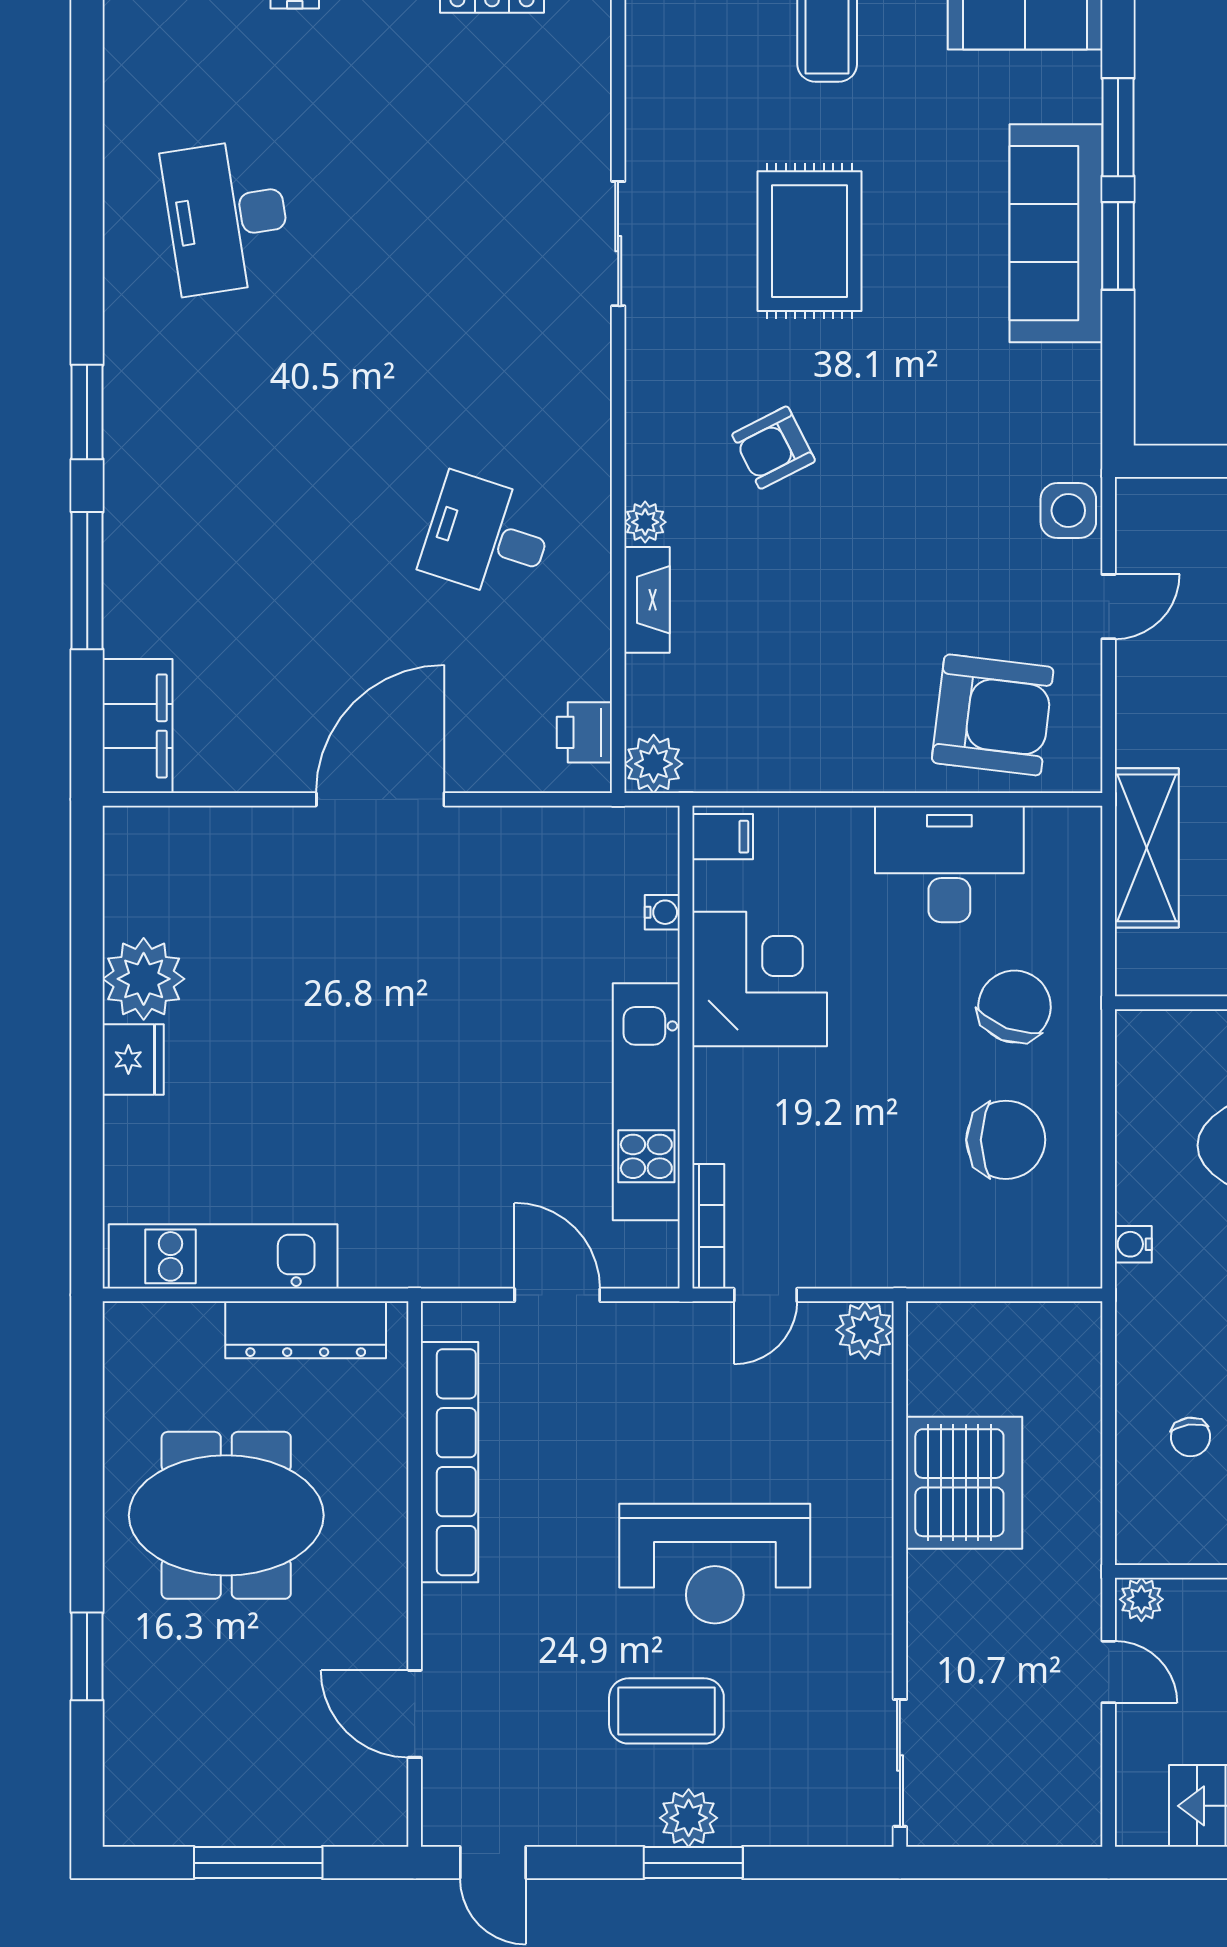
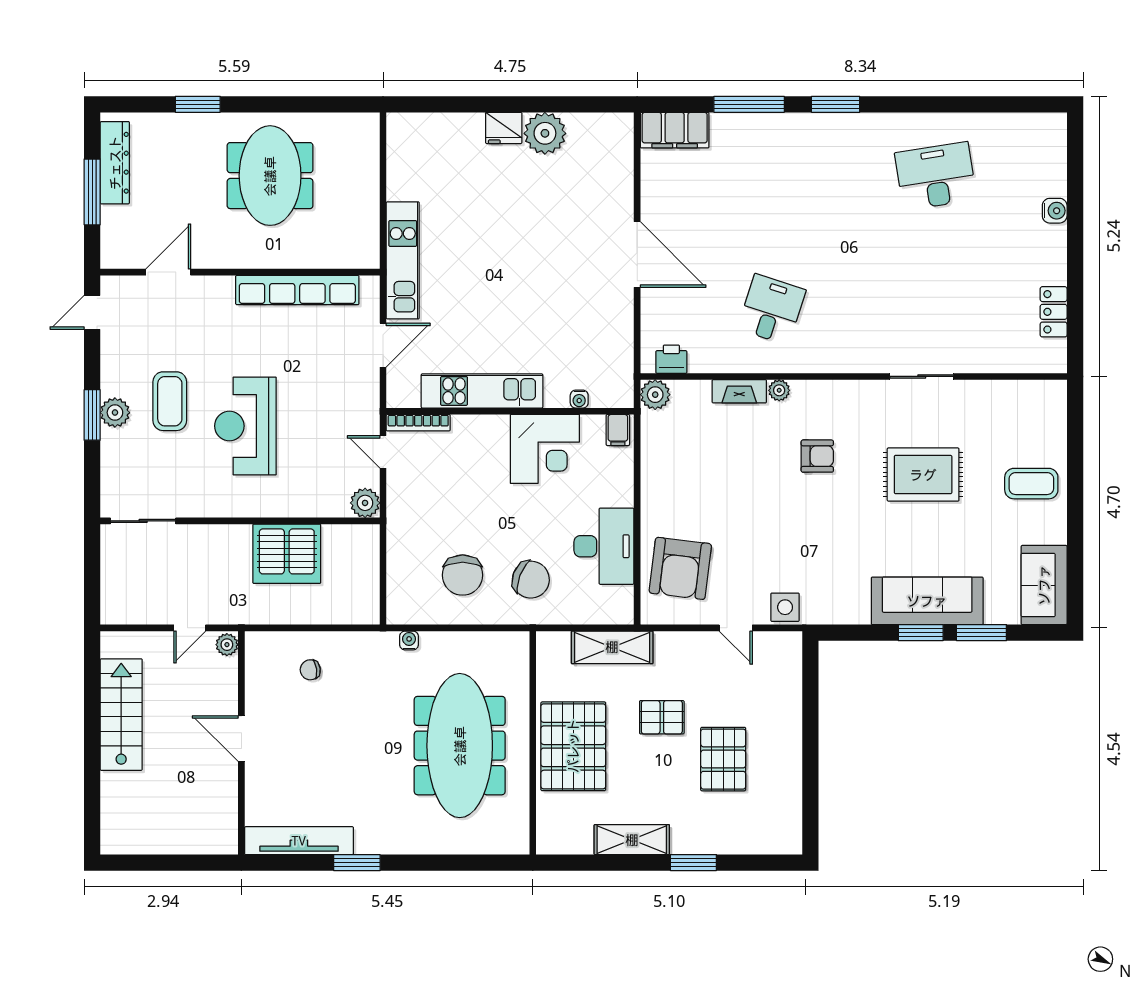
armchair: (774, 448) -> (817, 456), turned 117
kitchen unit: (223, 1256) -> (403, 260), moved
dresser: (306, 1330) -> (115, 163), moved, turned 180

